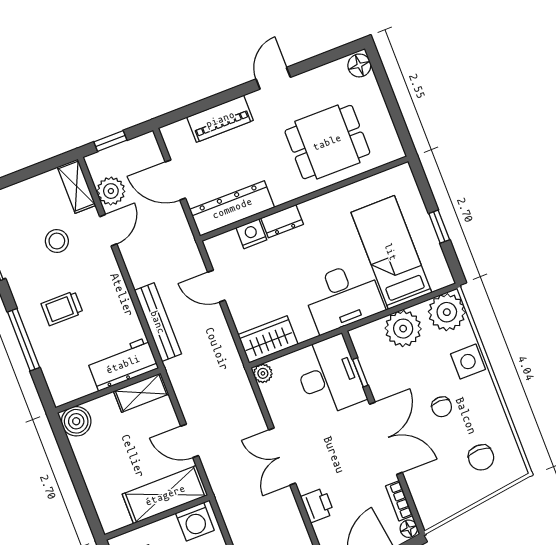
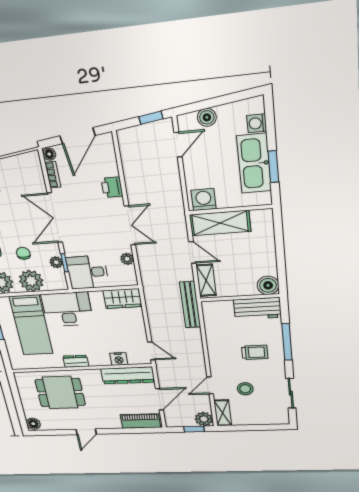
piano: (220, 119) -> (140, 421), moved
door: (175, 180) -> (159, 399), hinge flipped
plant: (111, 191) -> (204, 419), moved
dresser: (282, 221) -> (76, 361), moved
door: (216, 286) -> (151, 351), moved
bench: (158, 322) -> (190, 305), moved
workbench: (123, 364) -> (257, 309), moved
plant: (372, 370) -> (56, 262), added
plant: (263, 373) -> (127, 259), moved
desk: (329, 376) -> (87, 272), width x0.73
shelving: (141, 393) -> (206, 280), moved, turned 90
chair: (442, 407) -> (23, 253), moved

